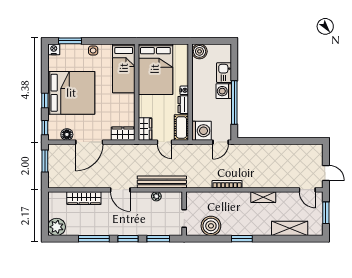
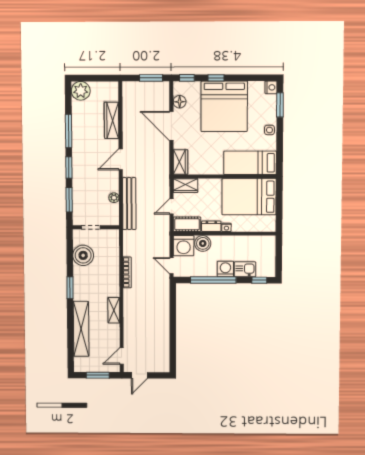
boiler: (199, 51) -> (203, 243), moved
window: (234, 59) -> (259, 280), added
shelving: (290, 228) -> (81, 329), width x1.47

